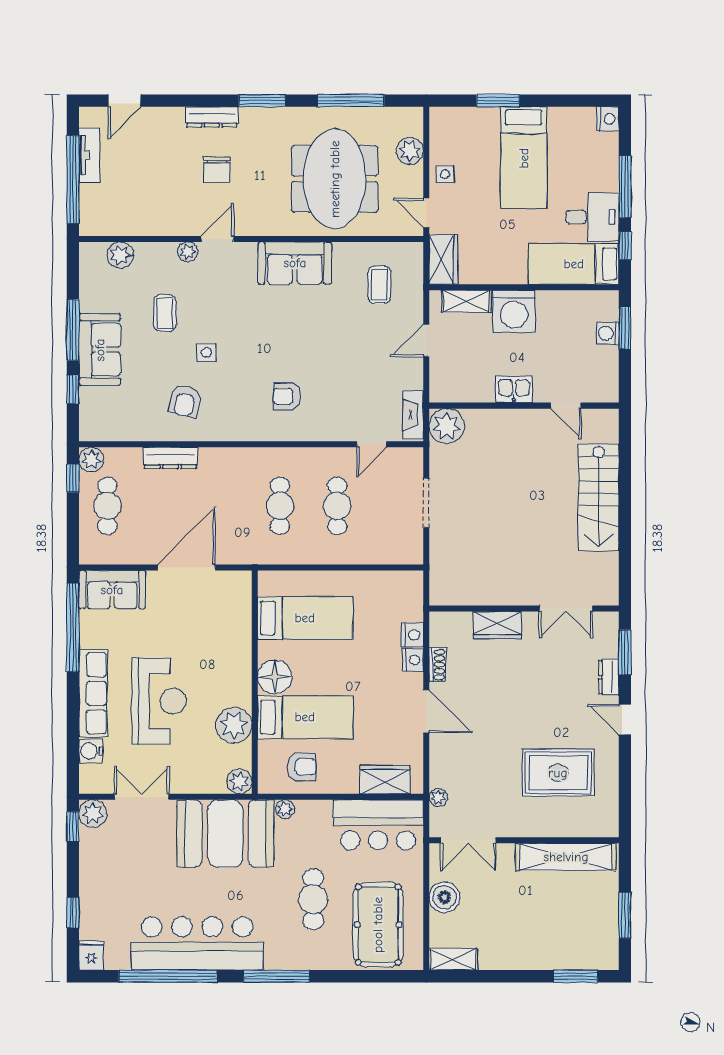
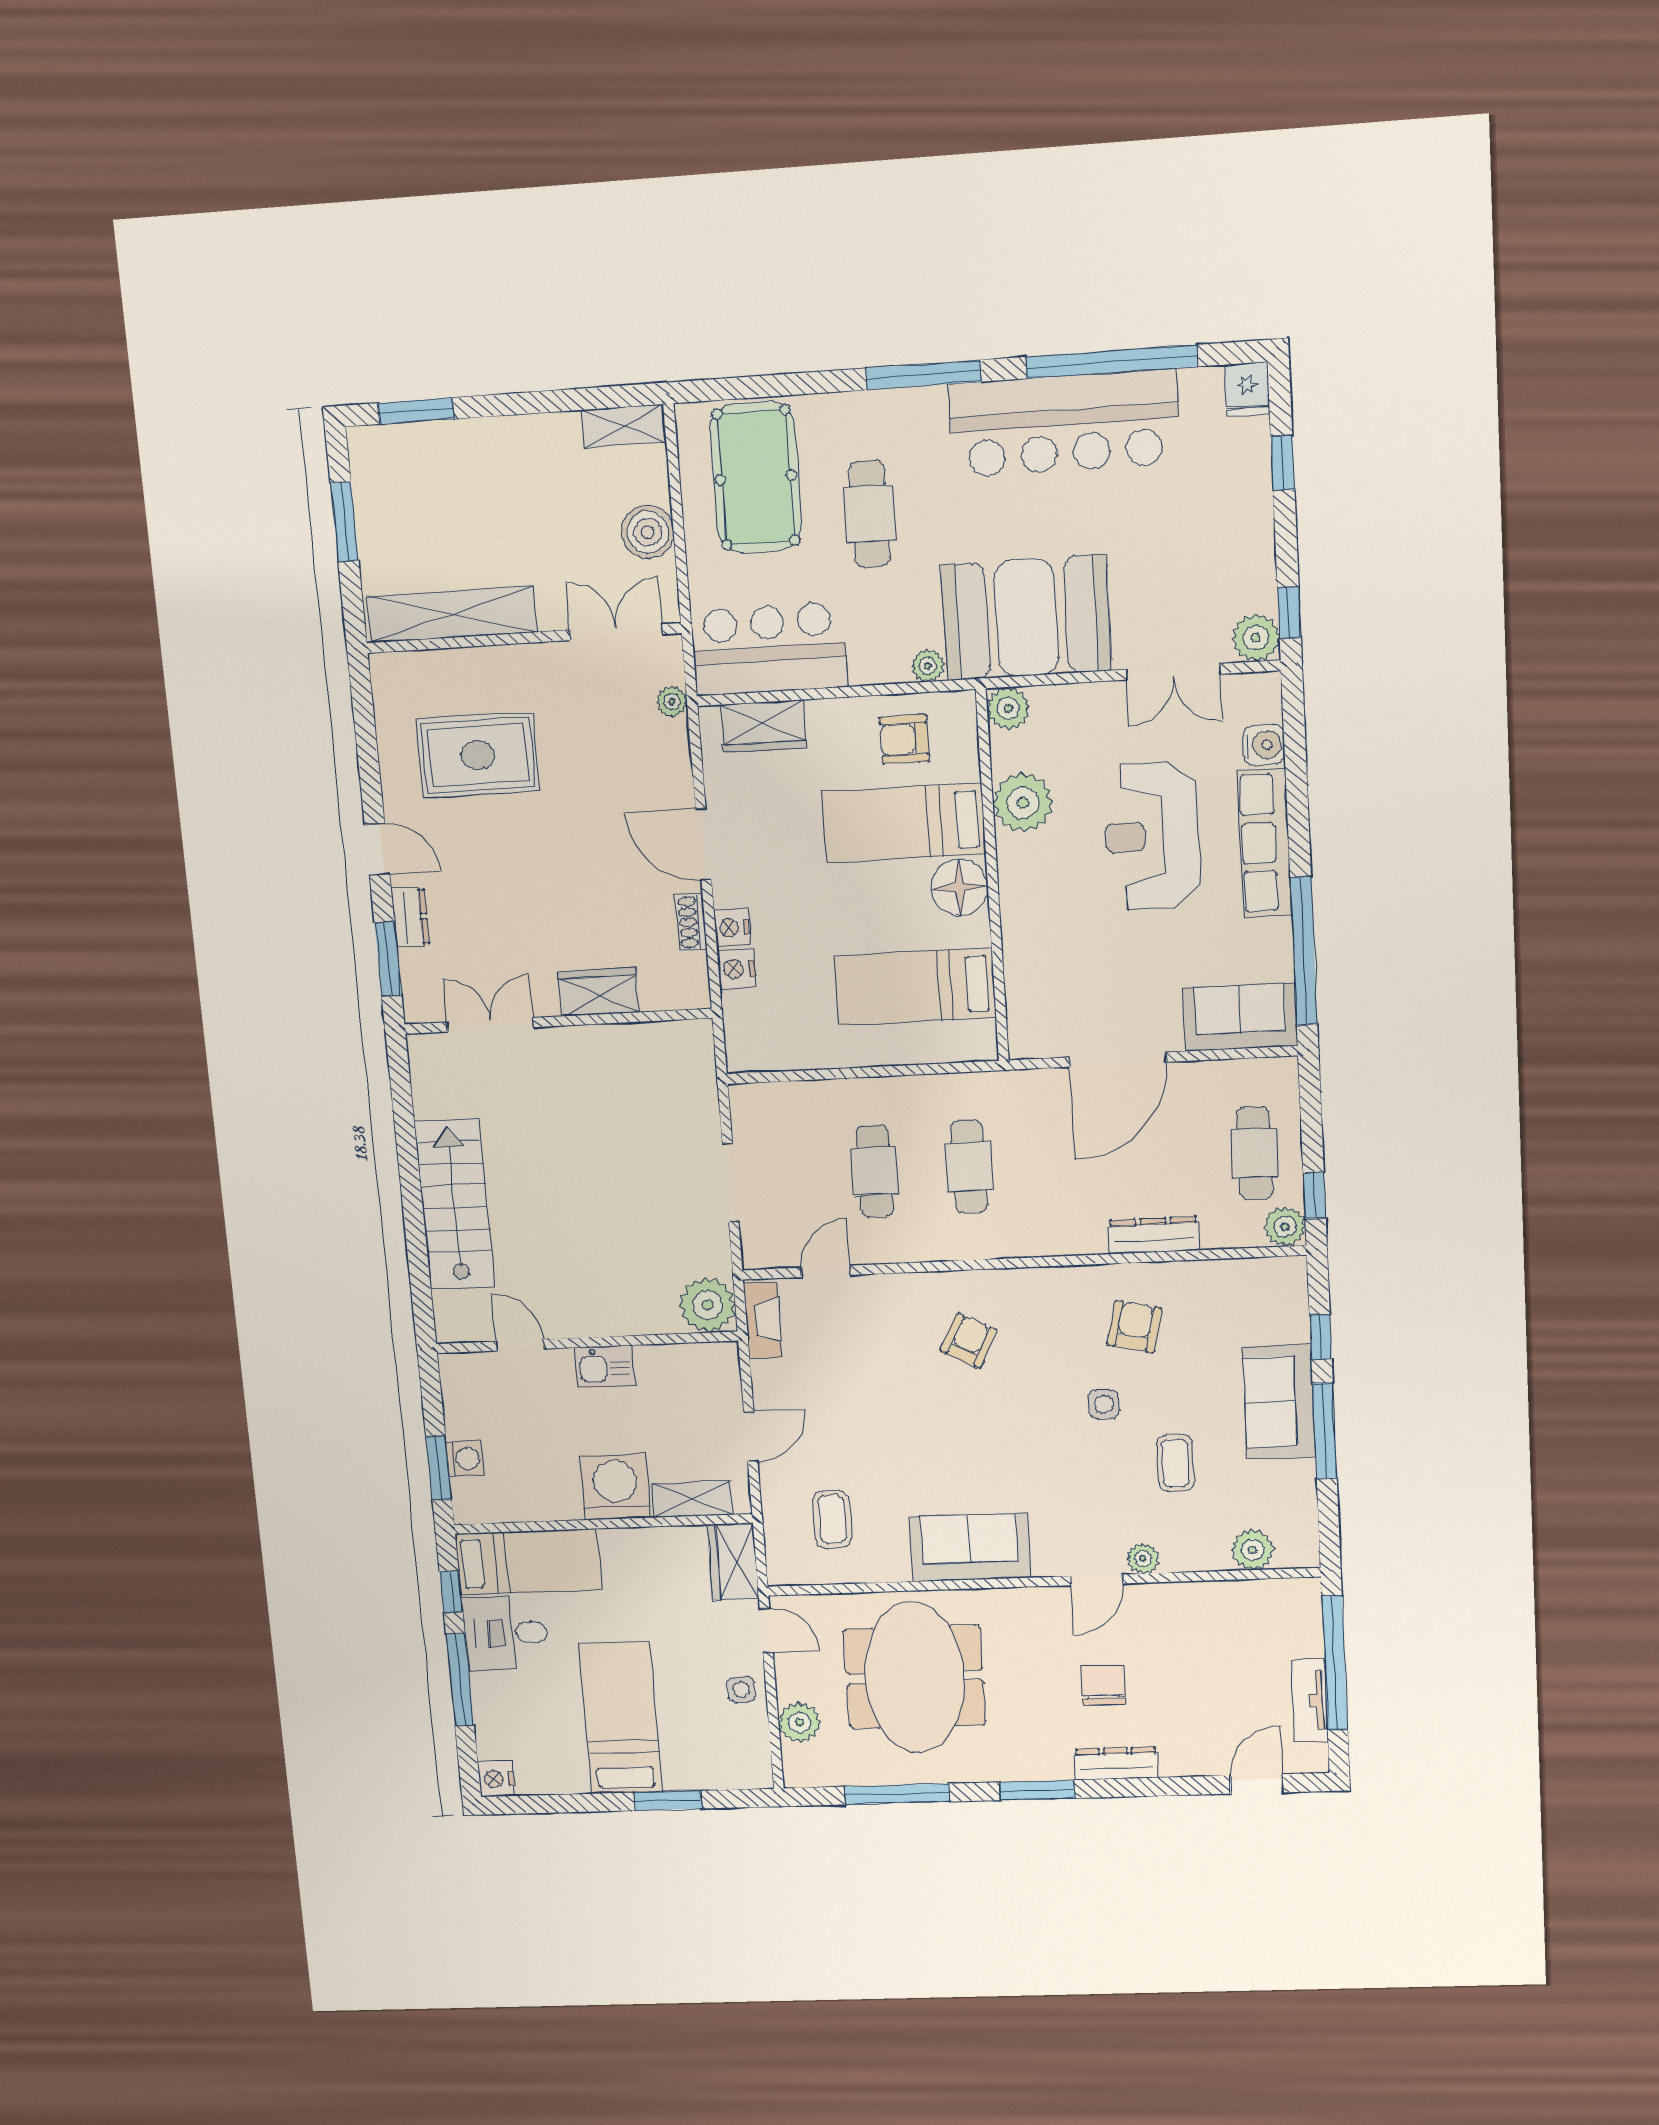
armchair: (287, 396) -> (969, 1341), turned -63

